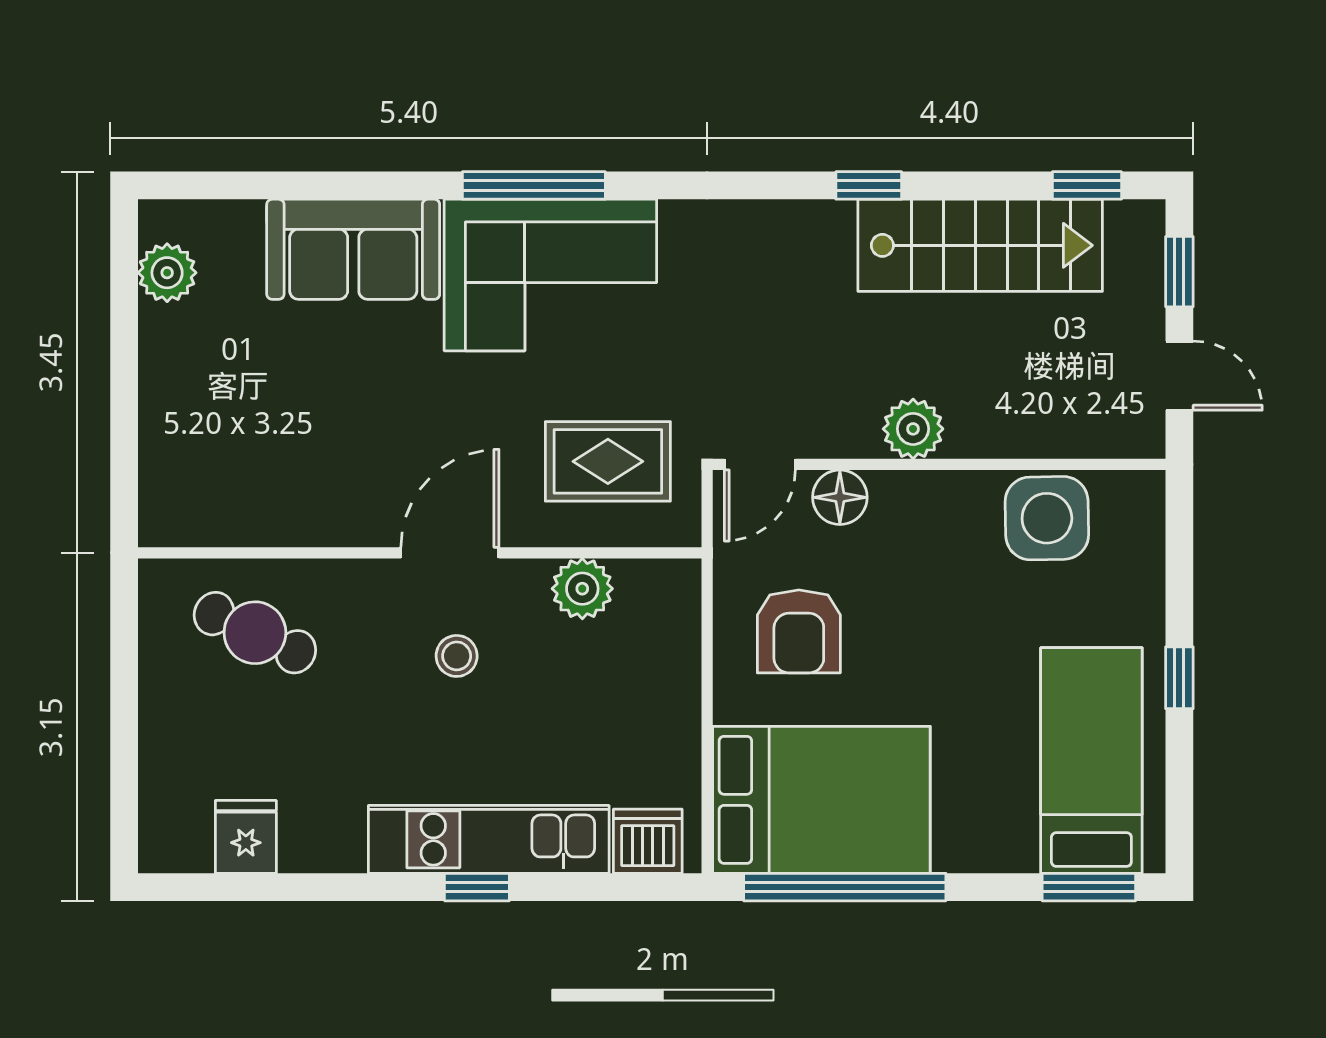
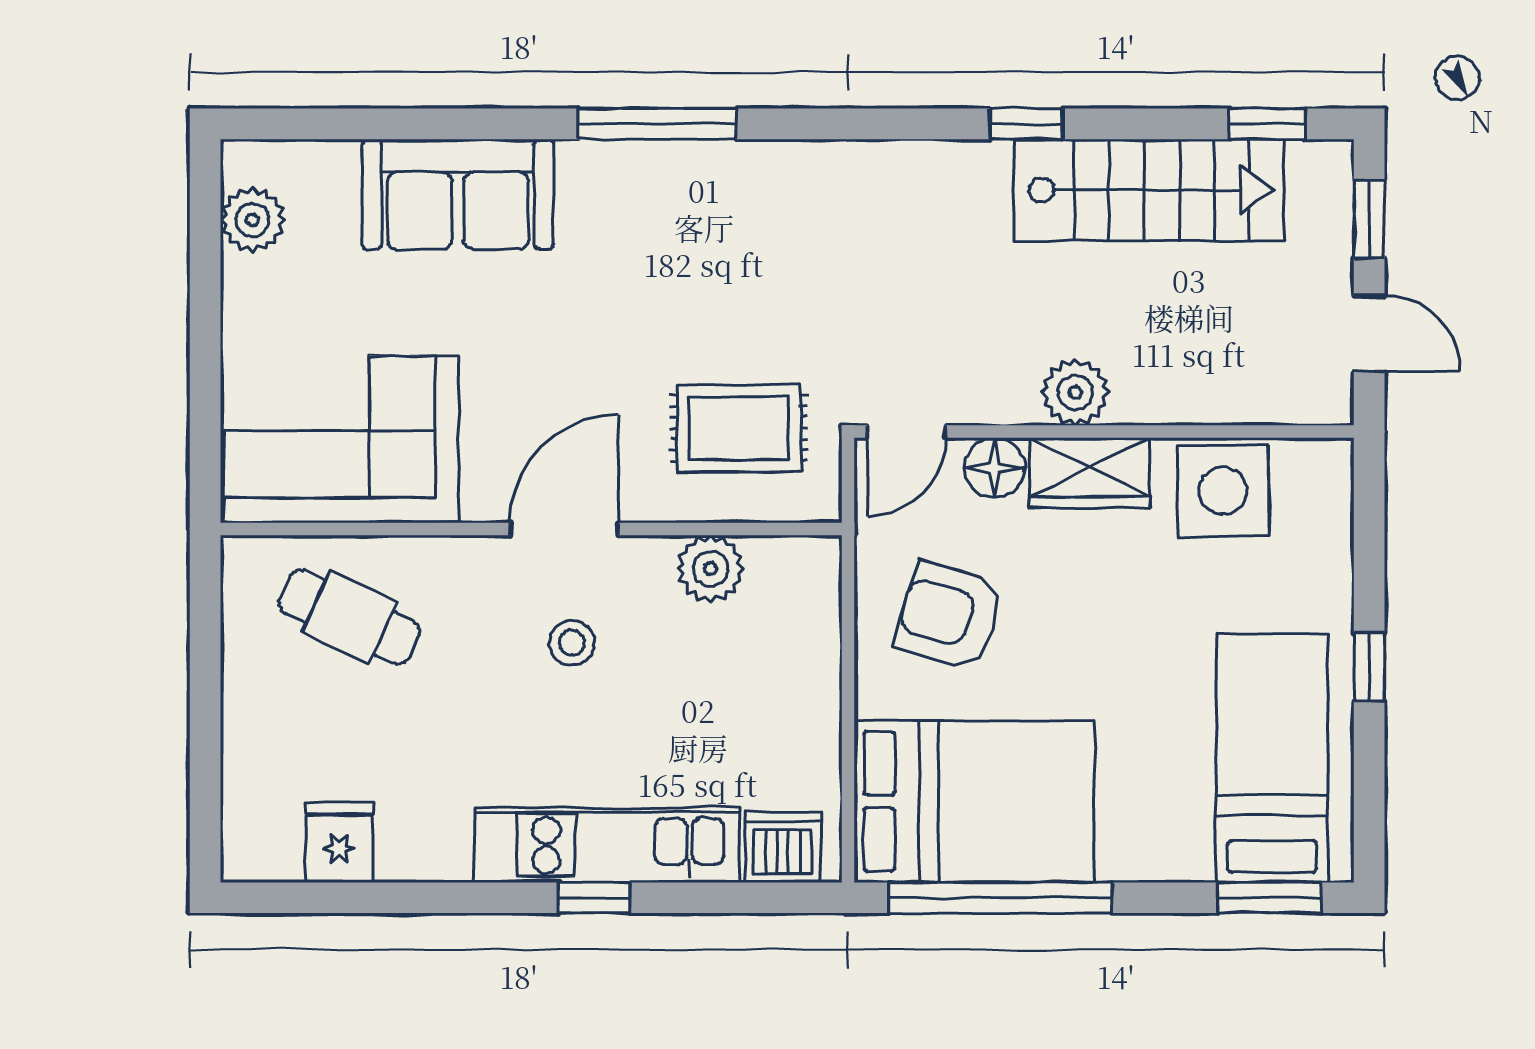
corner sofa: (550, 275) -> (341, 439), moved, turned 180
wardrobe: (926, 502) -> (1090, 473), added
armchair: (799, 631) -> (949, 616), turned 106

